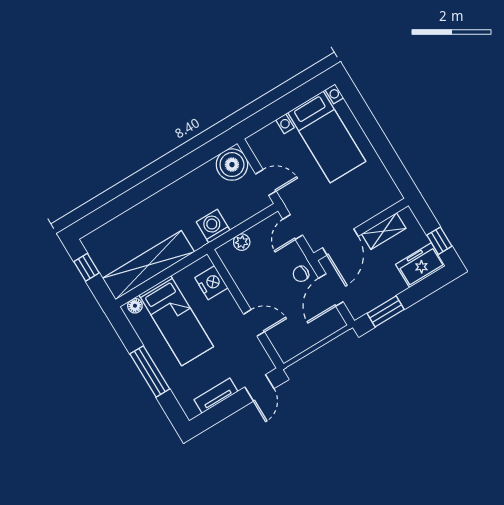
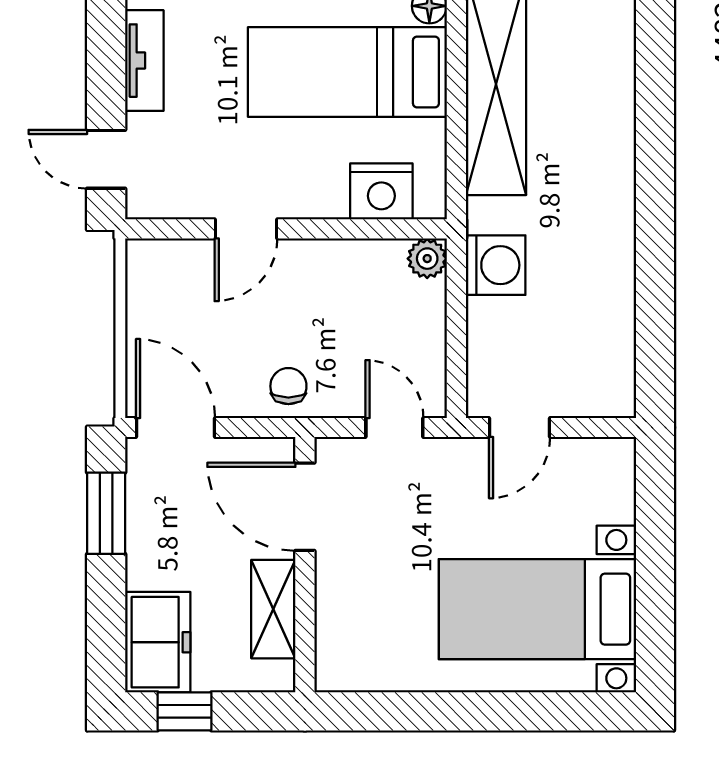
boiler: (232, 165) -> (598, 380), removed
plant: (242, 242) -> (427, 259), moved
door: (331, 290) -> (176, 428), moved

